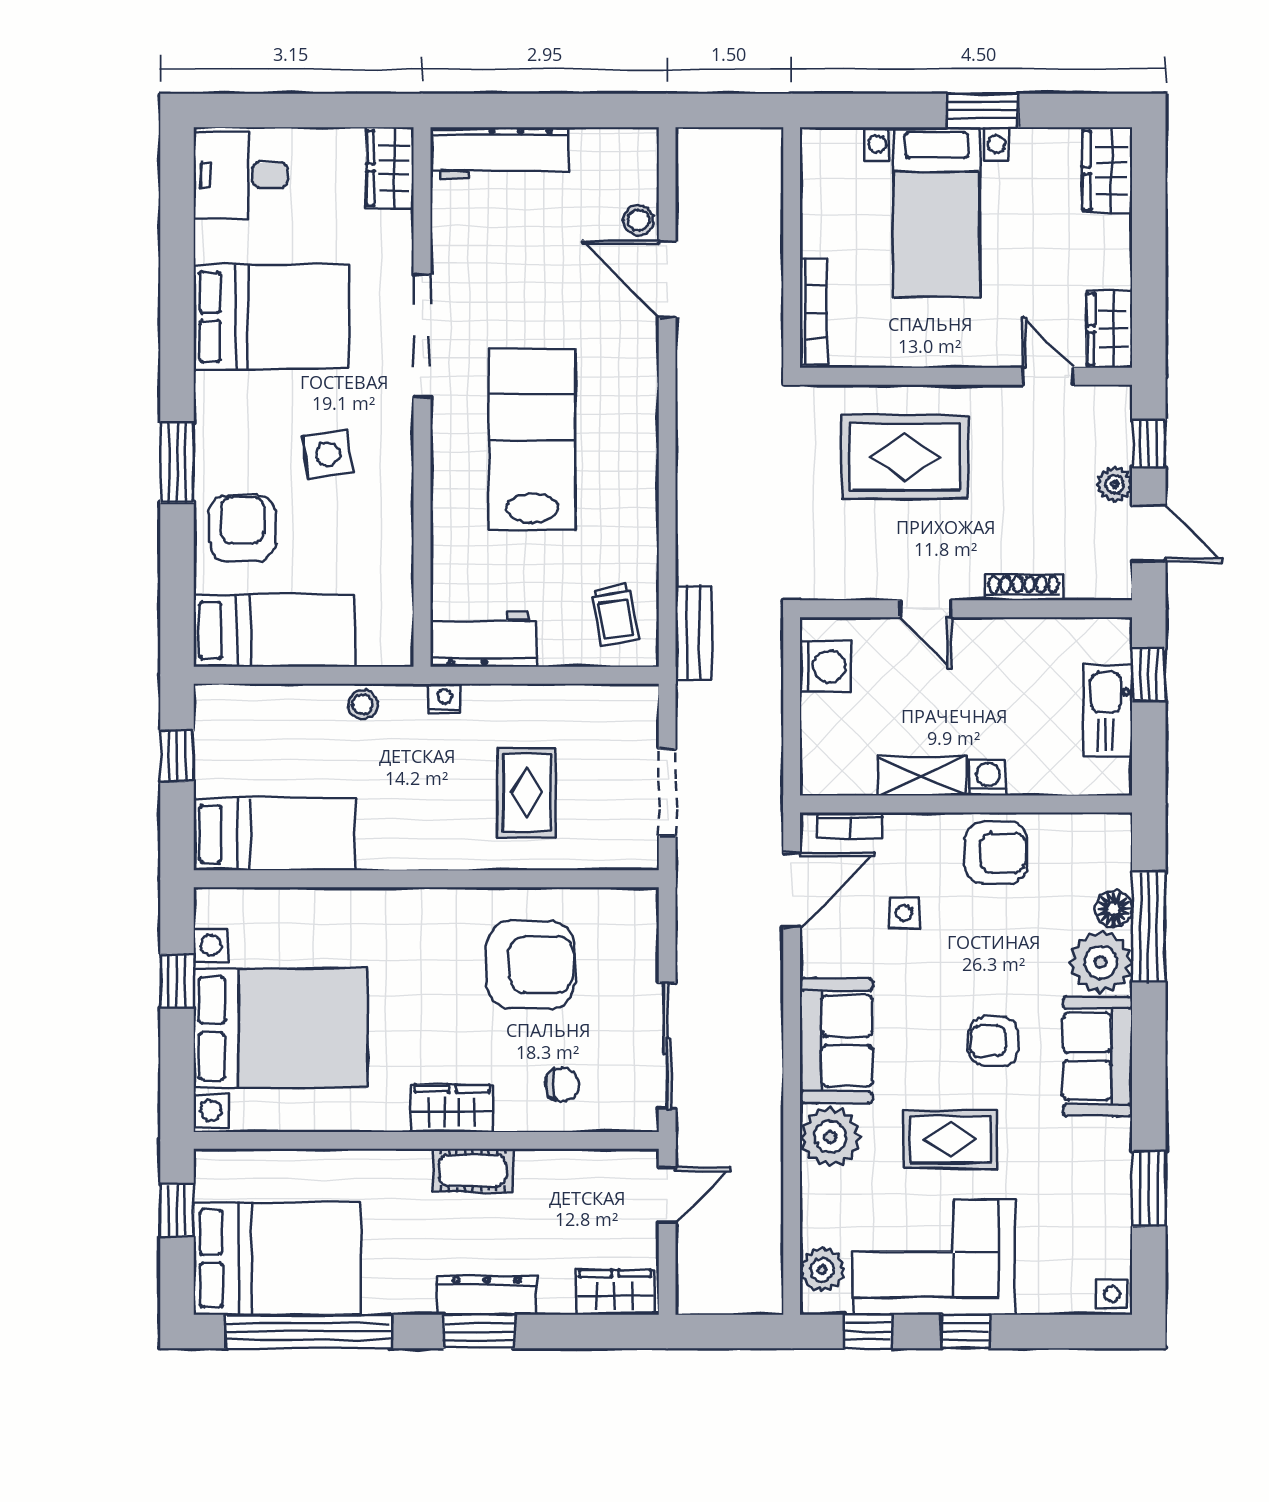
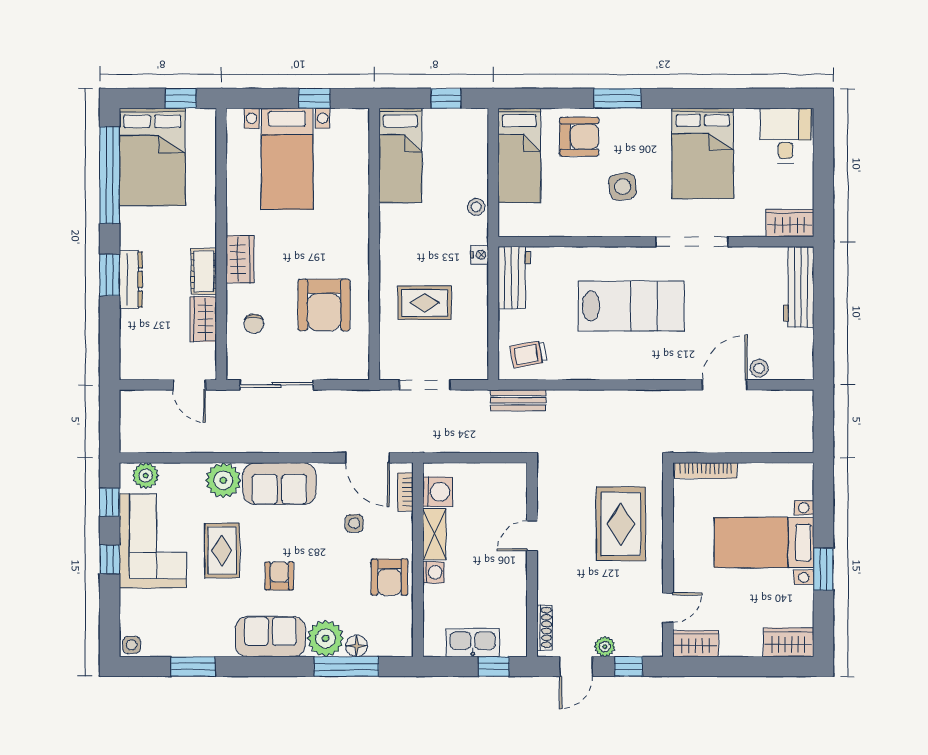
shoe rack: (1023, 587) -> (545, 627), moved
washing machine: (825, 667) -> (438, 492), moved, turned -90
bed with nightstands: (280, 1028) -> (287, 159), width x0.73
wardrobe: (615, 1292) -> (203, 319), moved, turned 180

